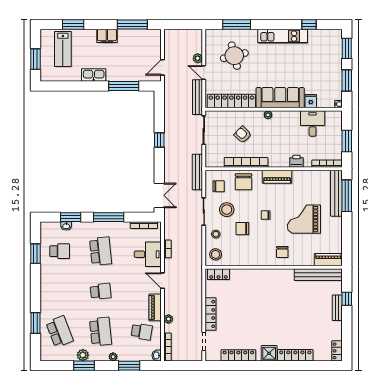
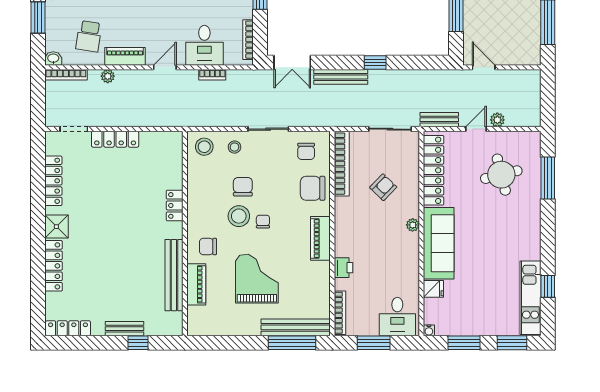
kitchen unit: (283, 36) -> (530, 298), moved
bench: (198, 97) -> (439, 120), width x0.73
desk: (313, 123) -> (397, 317), moved, turned 90
bookcase: (246, 162) -> (342, 164), moved
bench: (197, 172) -> (341, 77), moved
stool: (227, 210) -> (239, 216), moved
piano: (328, 260) -> (196, 284), moved
locker: (218, 274) -> (175, 205), moved
bench: (318, 275) -> (174, 275), moved
locker: (337, 351) -> (68, 328), width x1.53

